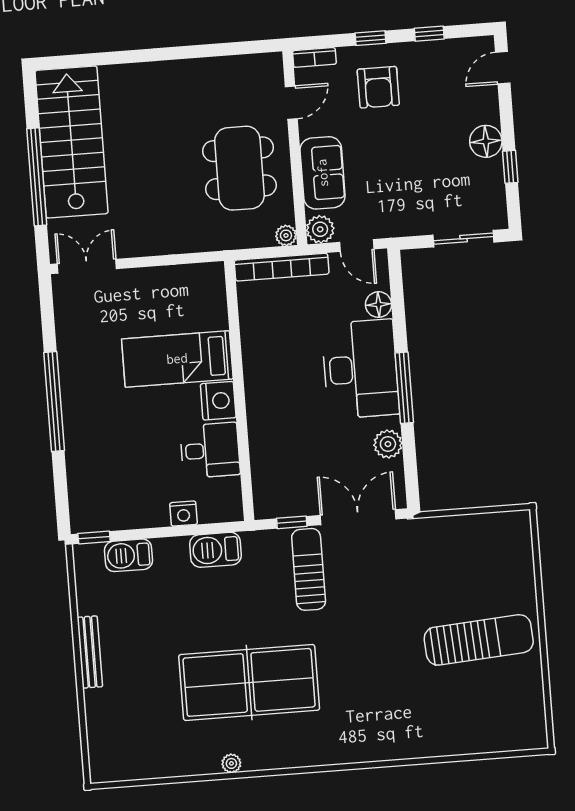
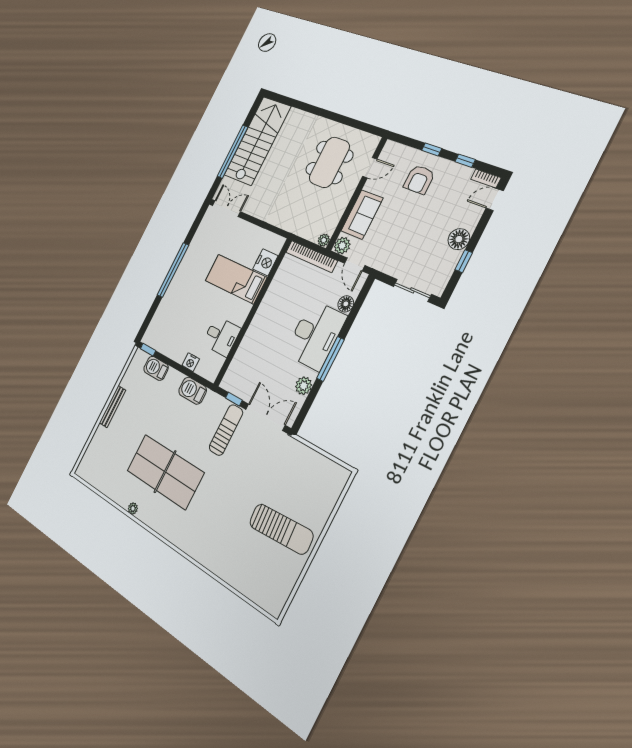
bookcase: (314, 57) -> (486, 178), moved
dining table: (239, 168) -> (329, 162), moved
nightstand: (218, 401) -> (265, 262), moved

